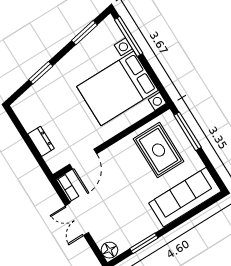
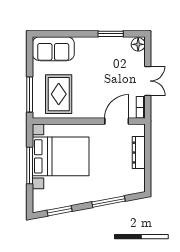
window: (129, 36) -> (30, 165), moved
window: (41, 73) -> (109, 202), width x1.44
dresser: (41, 141) -> (139, 153), width x1.44
sofa: (185, 197) -> (53, 49), width x0.73

